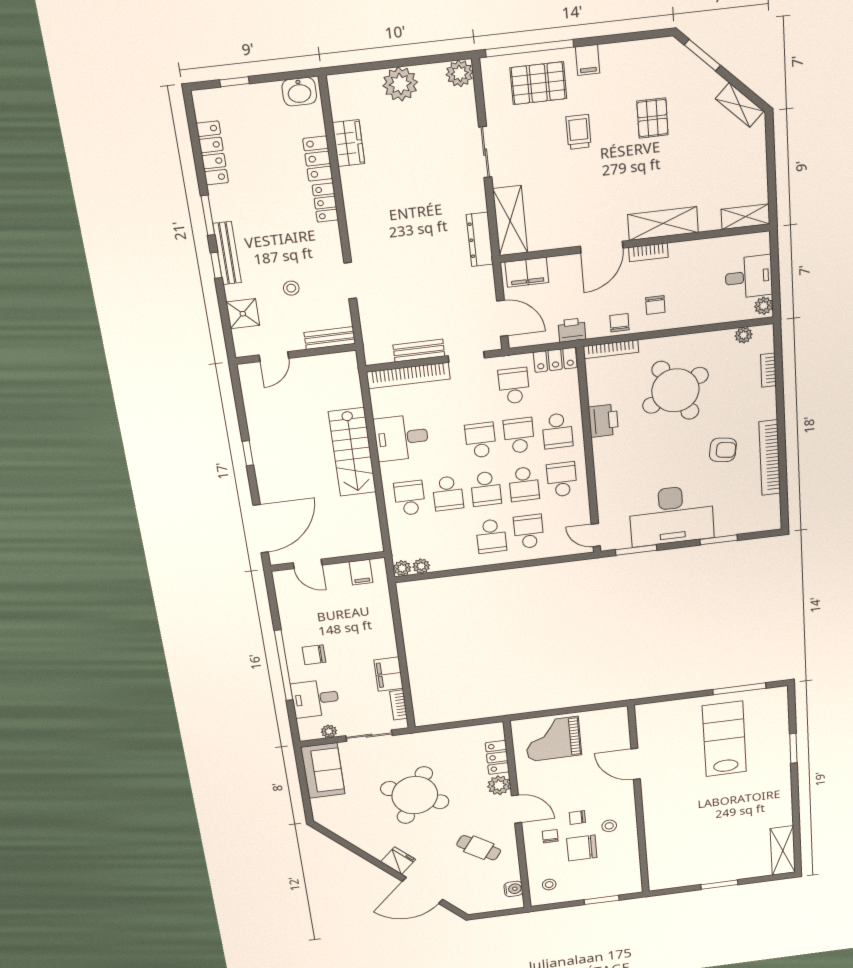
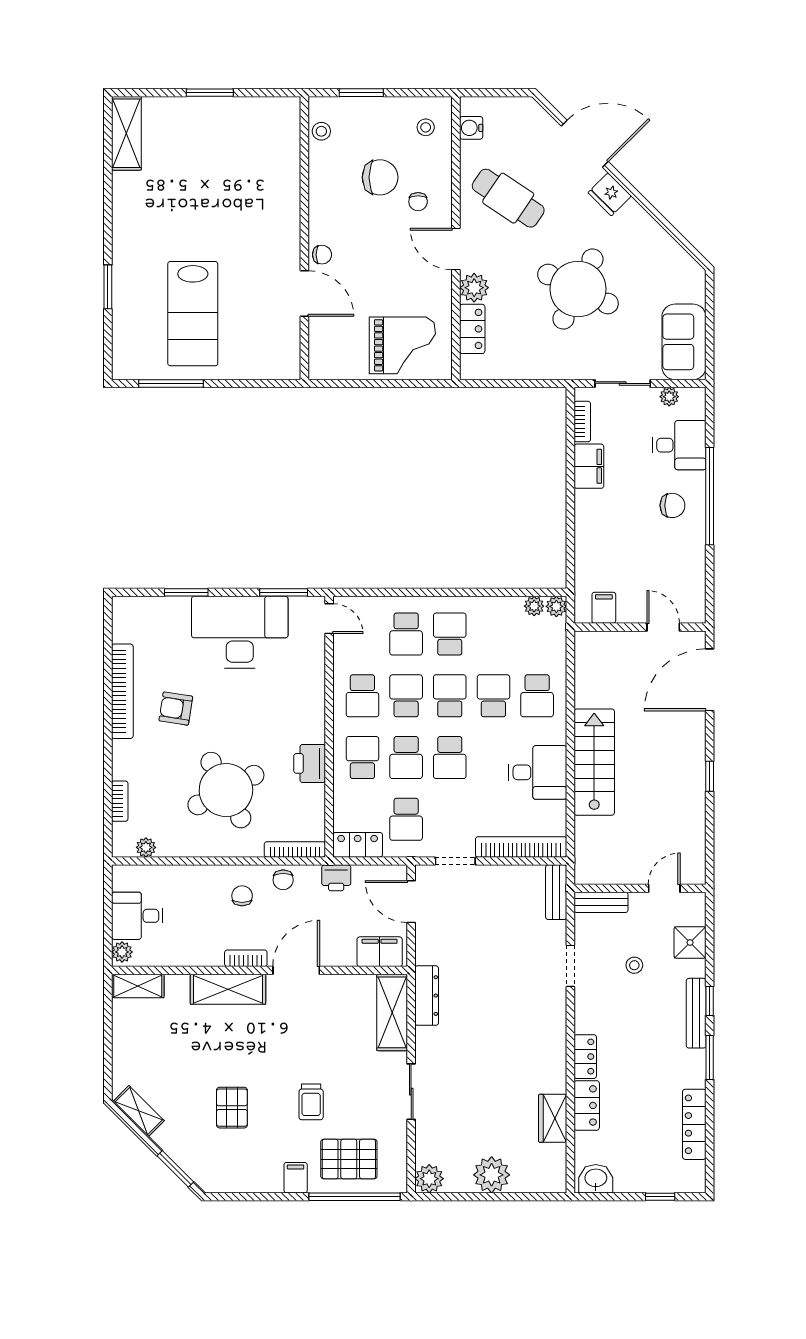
plant: (764, 306) -> (122, 952), moved
bench: (419, 351) -> (556, 892), moved, turned 90
chair: (577, 817) -> (322, 255), moved
stool: (609, 826) -> (321, 131), moved
cafe table: (479, 848) -> (508, 198), width x1.37, depth x1.35

